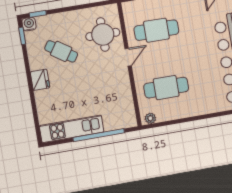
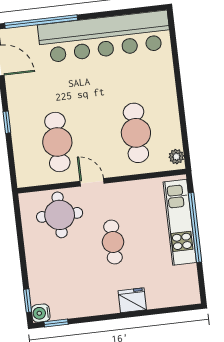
cafe table: (61, 51) -> (113, 242), moved, turned -34
fridge: (40, 80) -> (132, 300), moved
kitchen unit: (72, 129) -> (180, 222), moved

